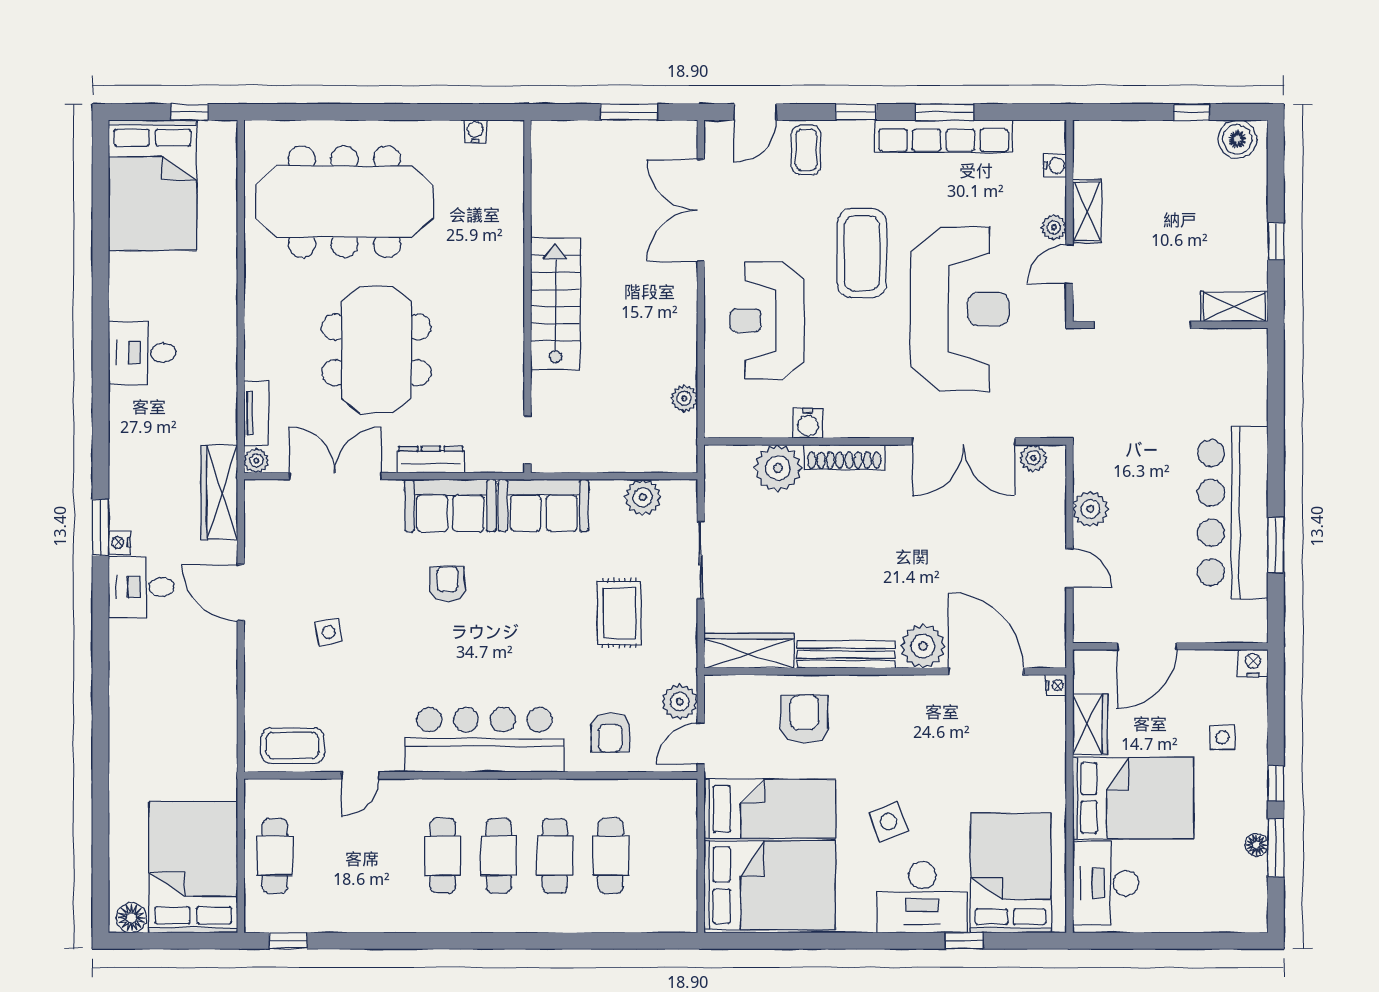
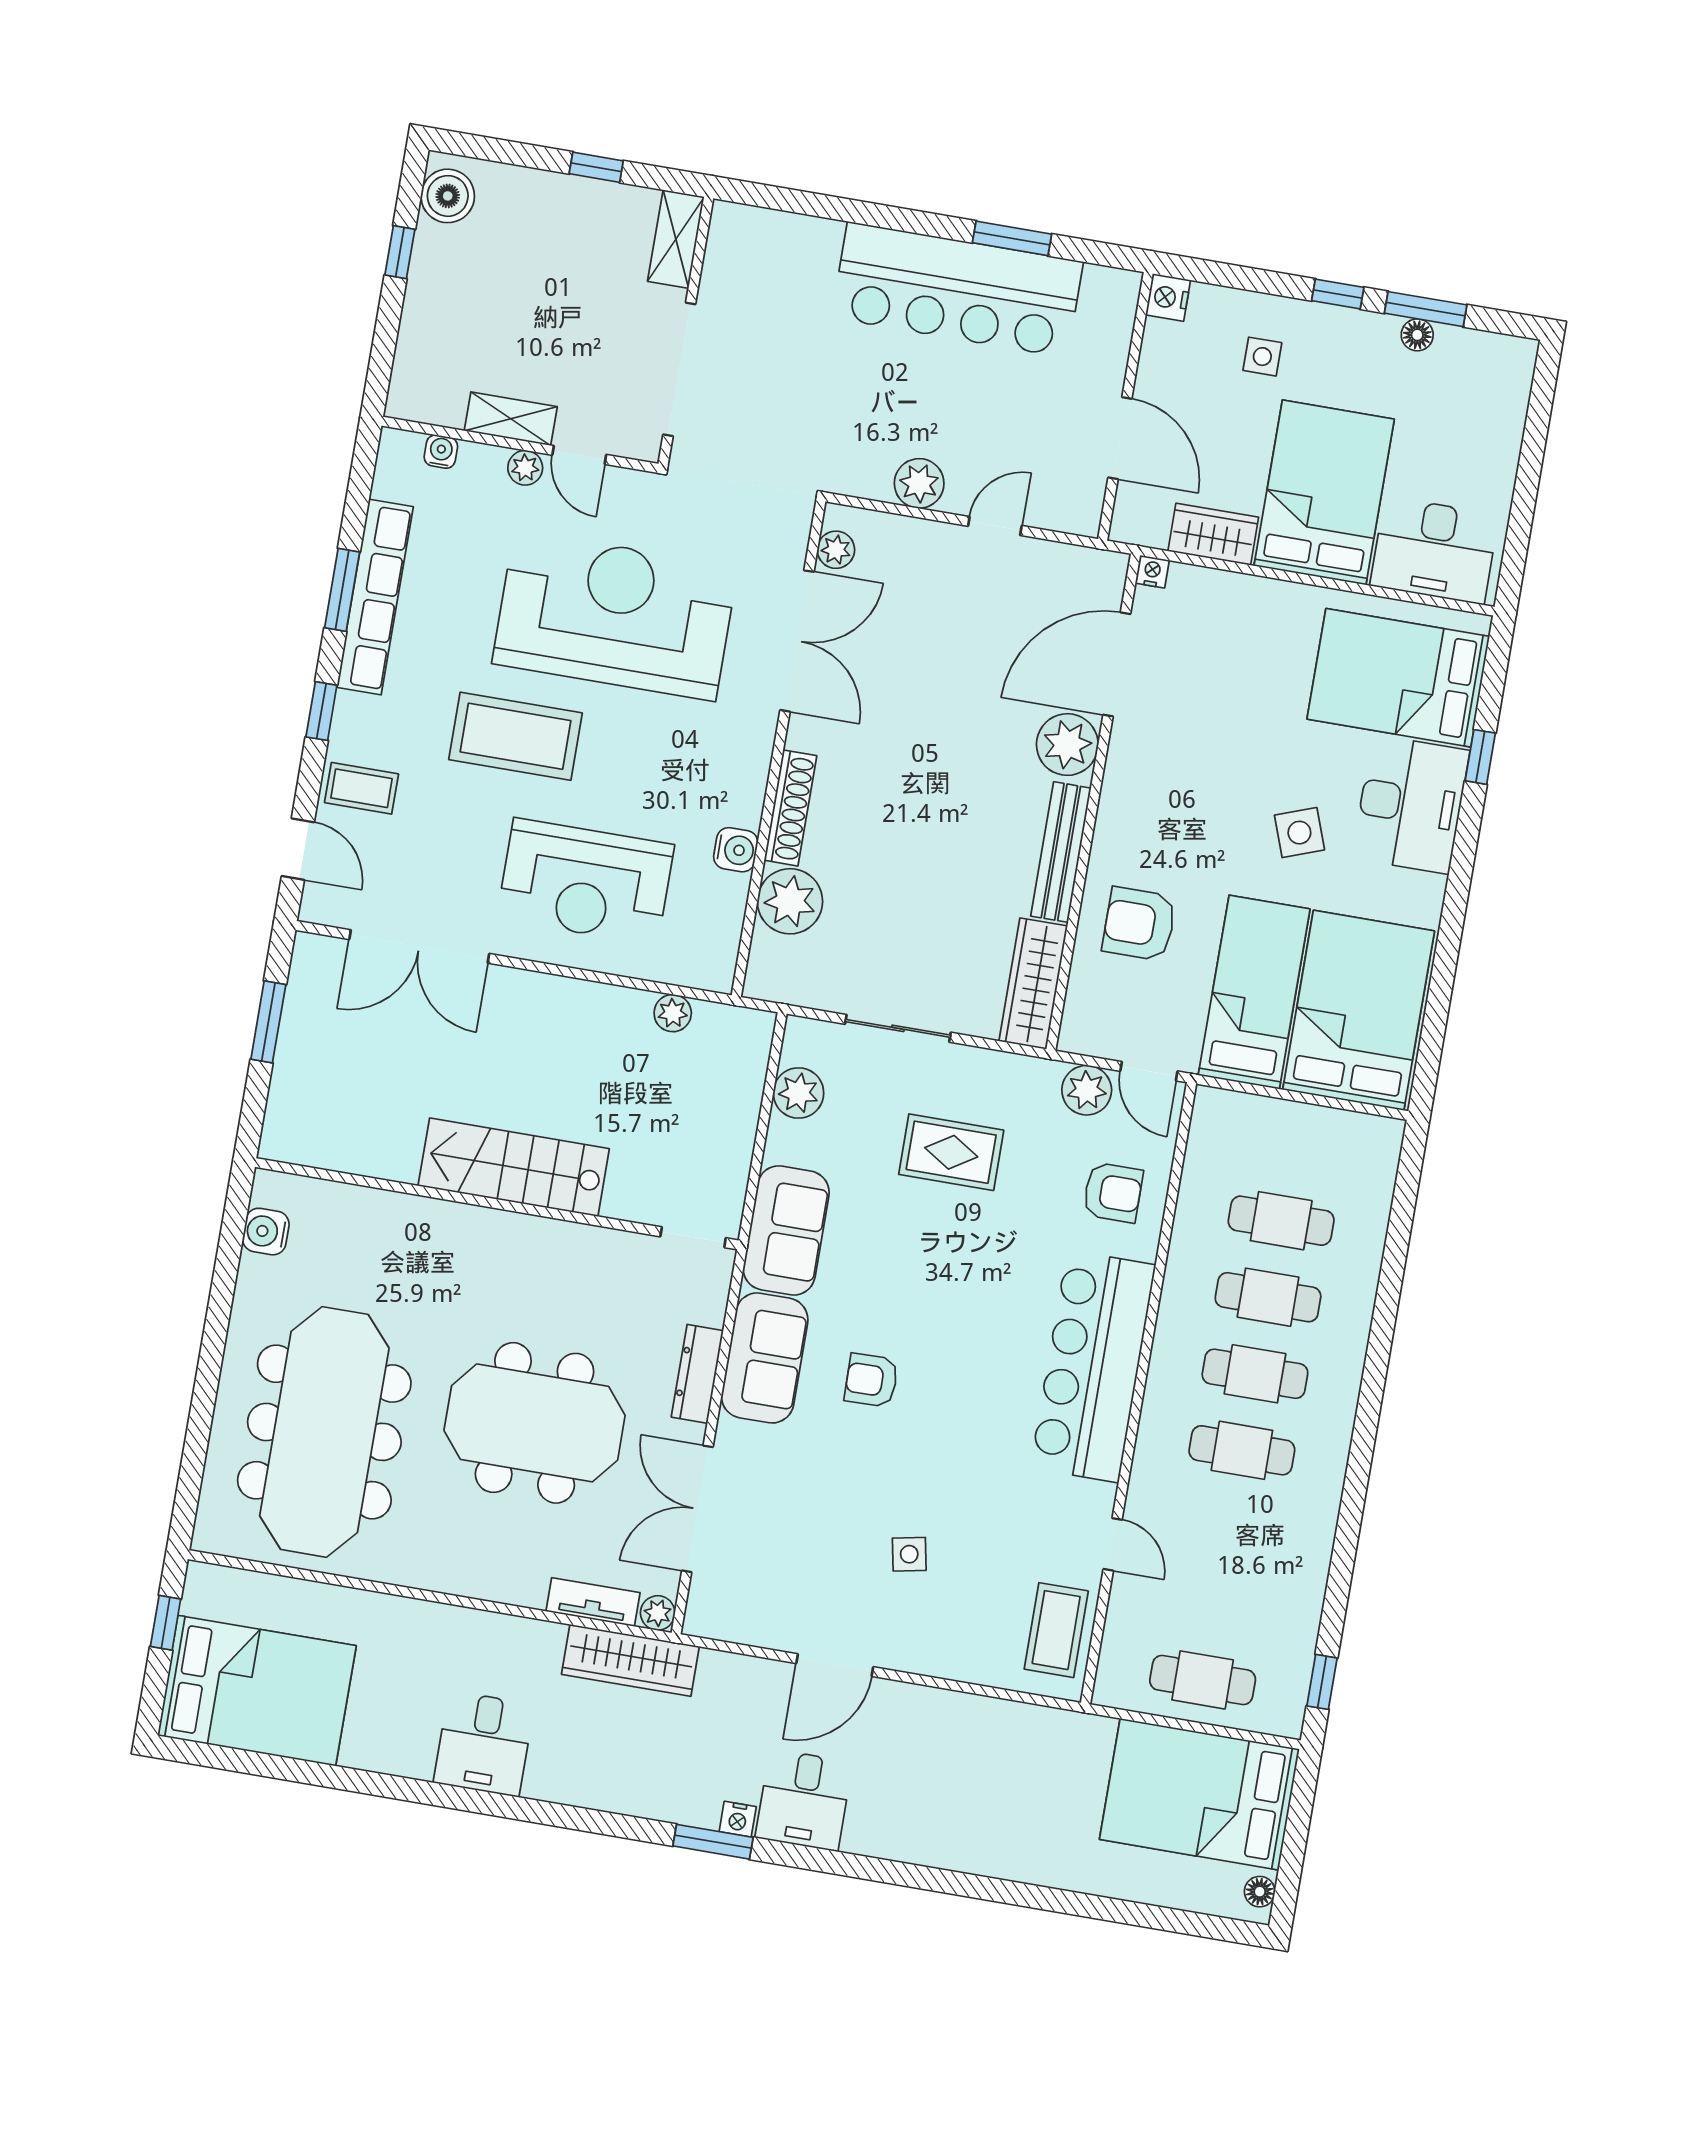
water cooler: (475, 131) -> (266, 1232), width x1.38, depth x1.38
wardrobe: (219, 492) -> (630, 1660), moved
floor lamp: (131, 918) -> (1260, 1892), width x0.73, depth x0.73

